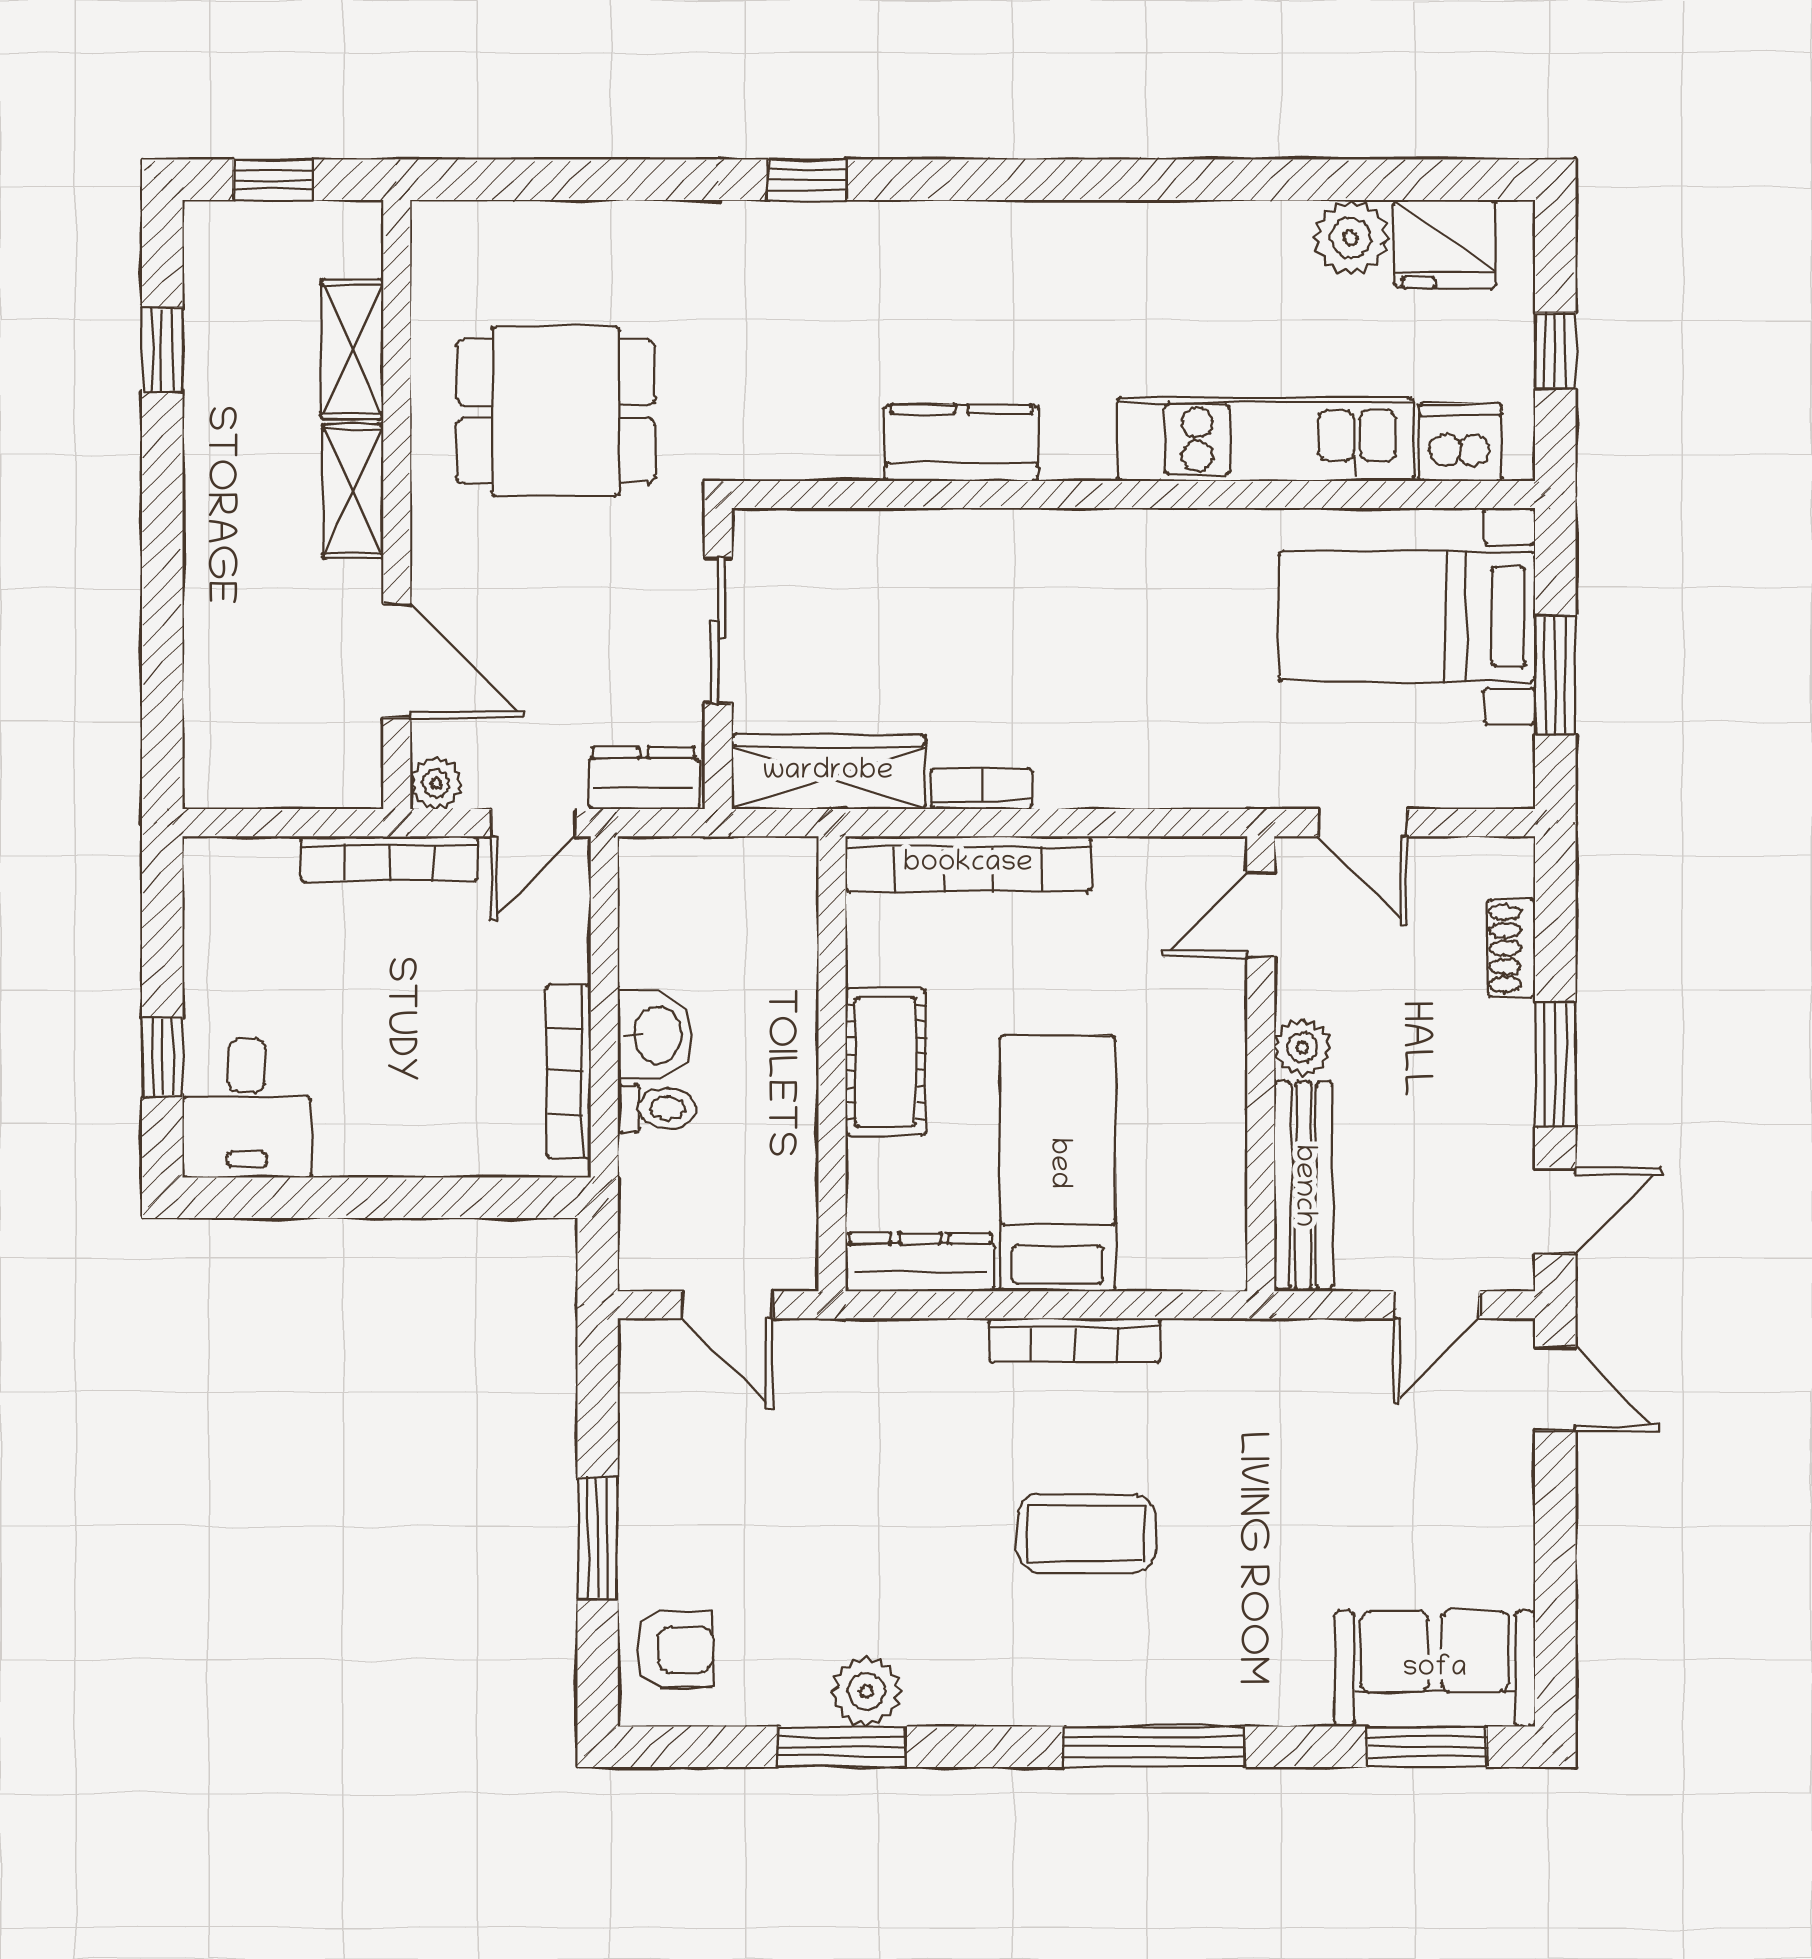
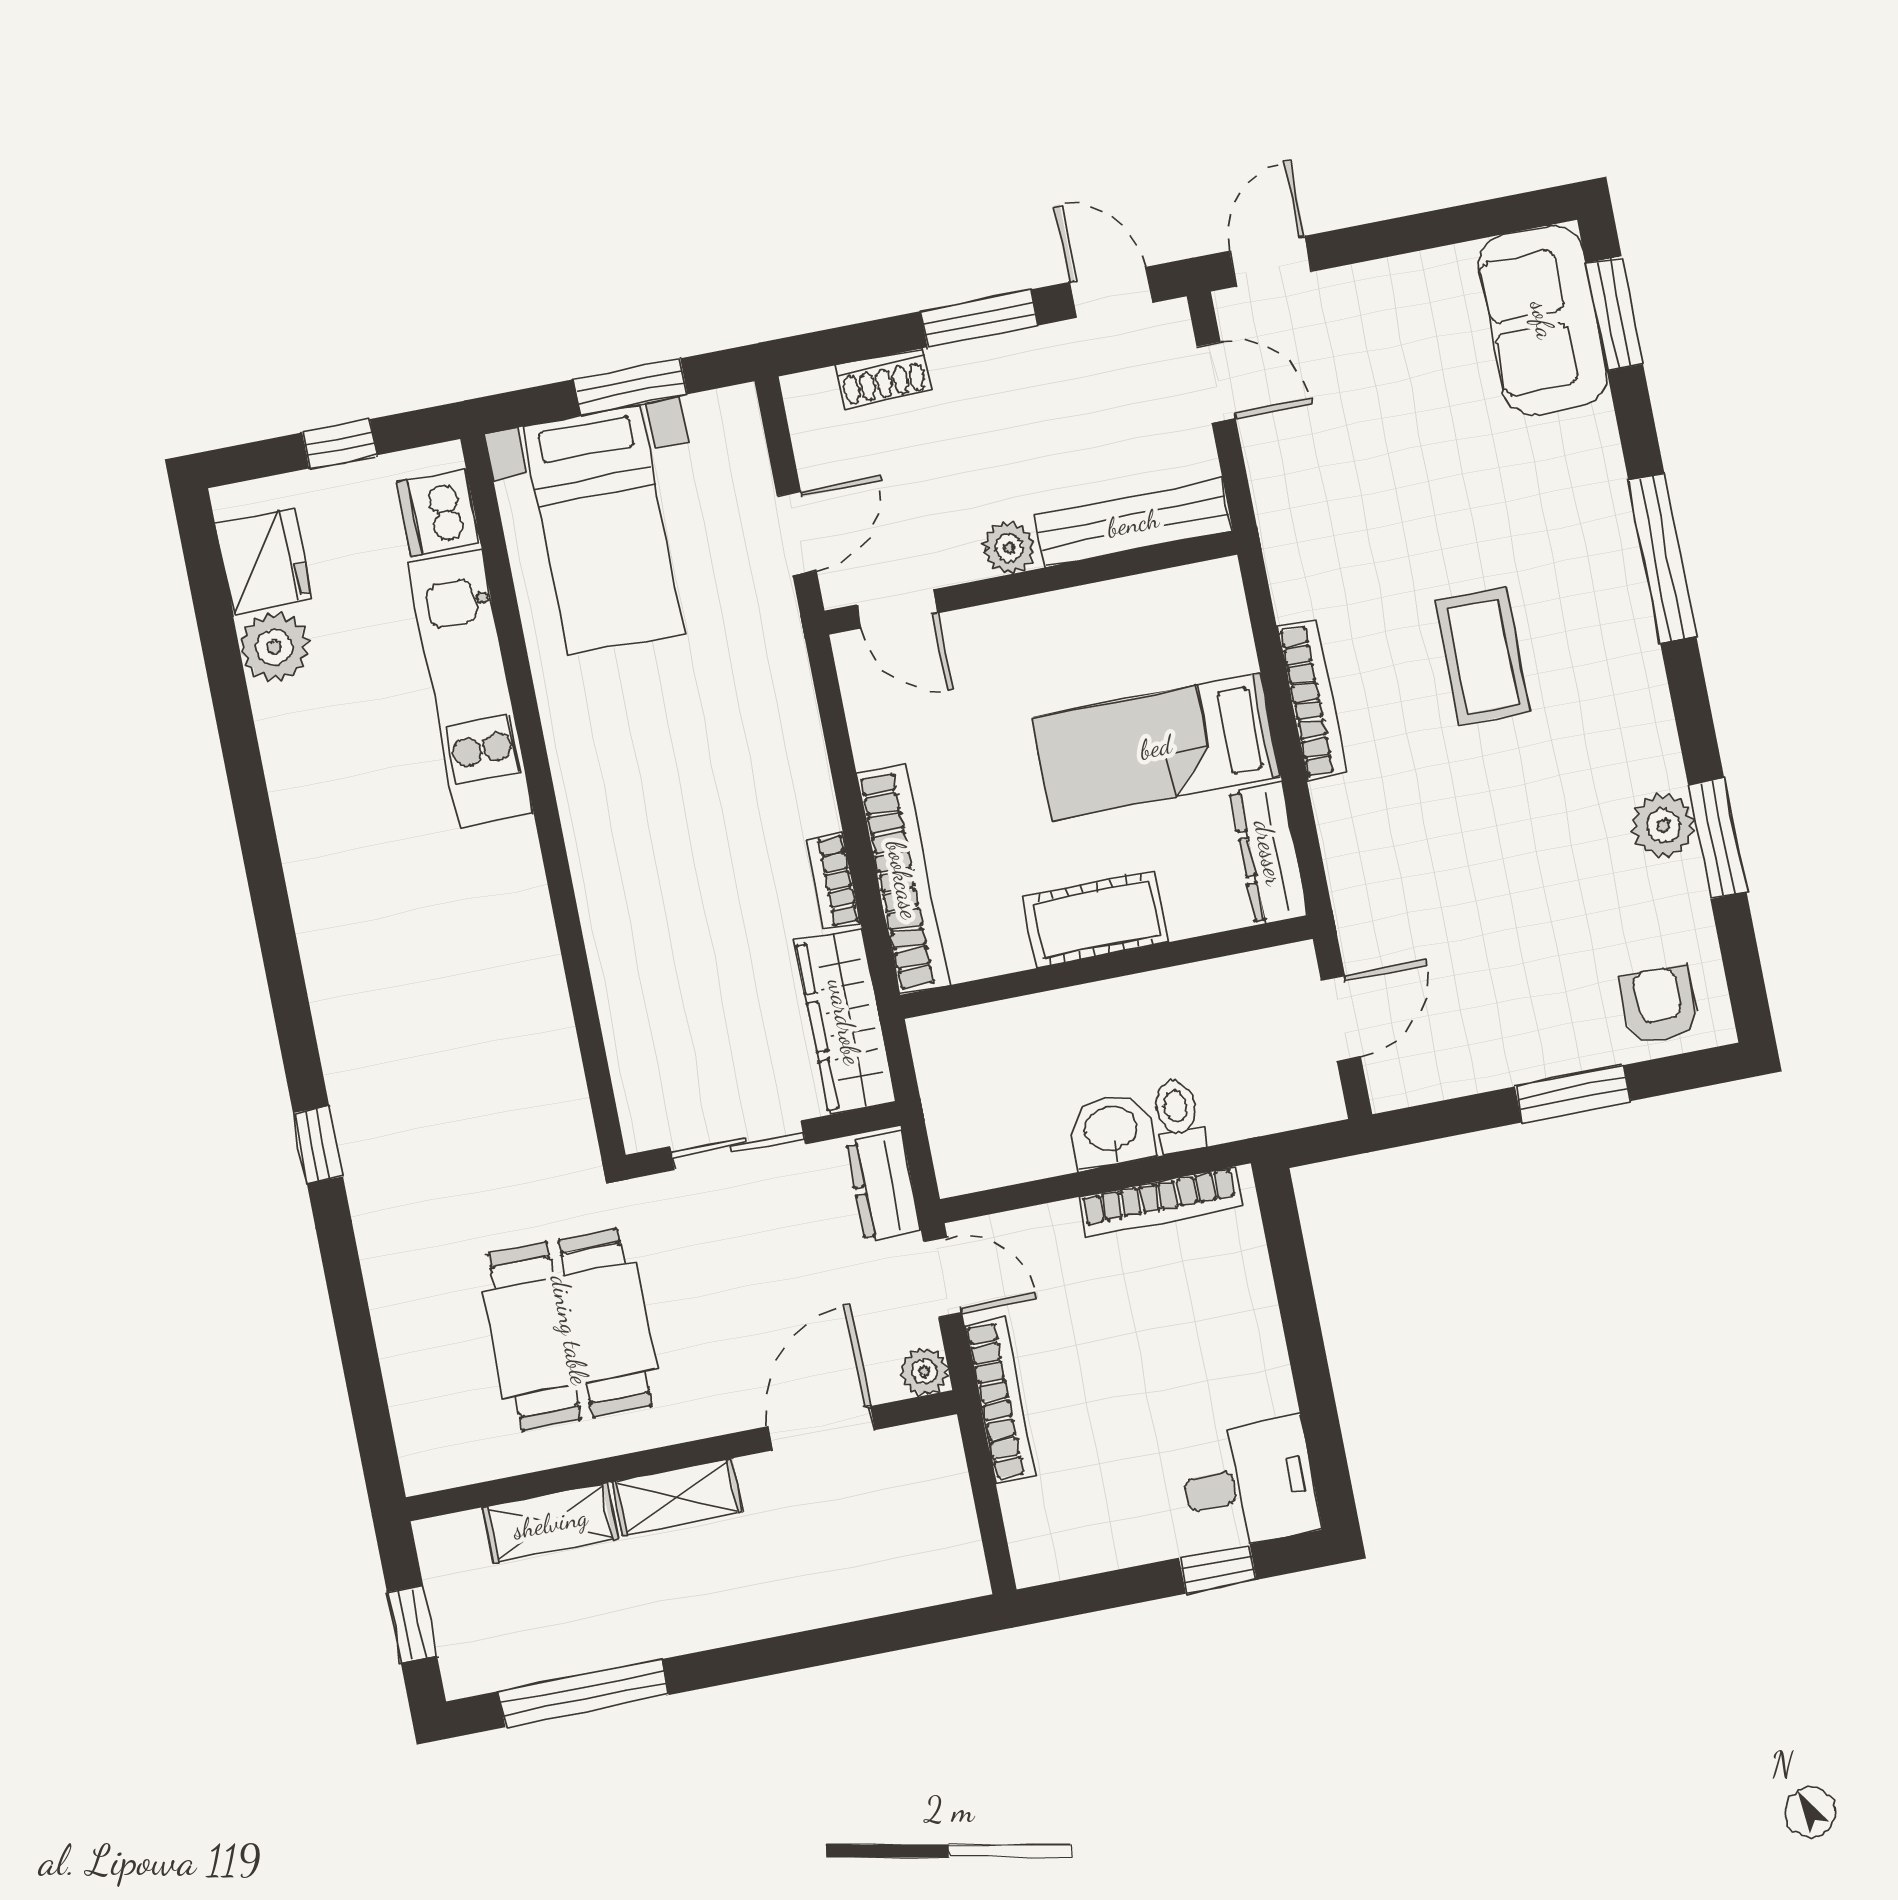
window: (162, 349) -> (583, 1693), width x2.17
kitchen counter: (961, 443) -> (527, 960), removed

